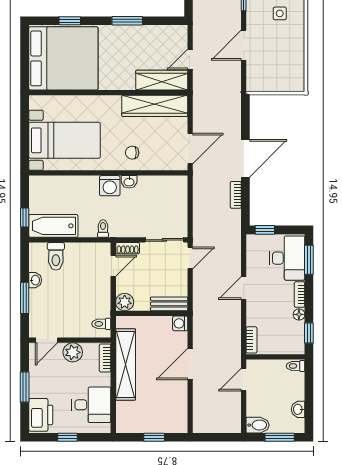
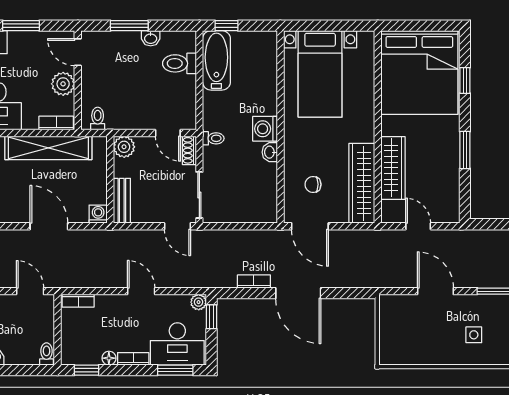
wardrobe: (162, 80) -> (393, 168), moved
chair: (132, 153) -> (313, 184), moved, turned -90
toilet: (103, 228) -> (213, 138), moved
plant: (253, 241) -> (199, 302), added

